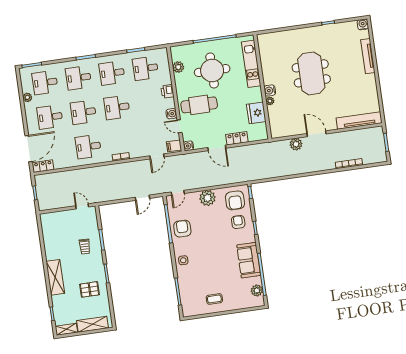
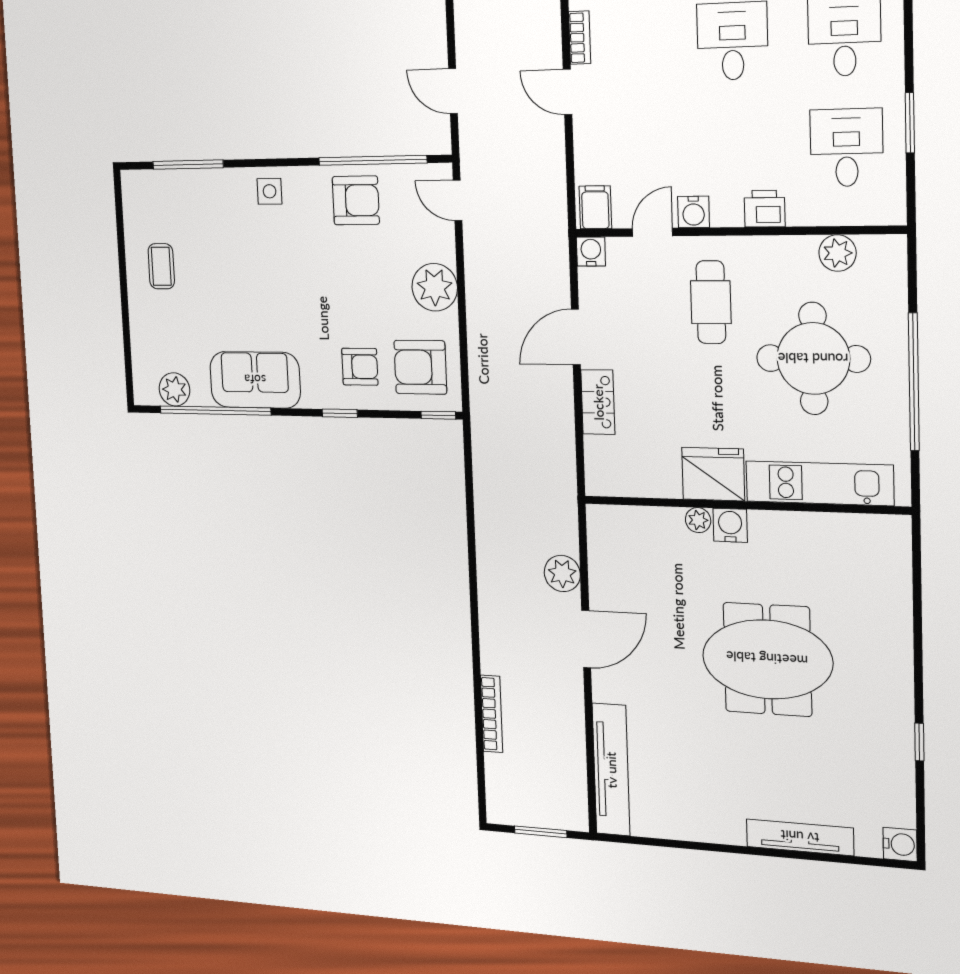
cafe table: (199, 105) -> (711, 302), width x0.73, depth x0.74
fridge: (256, 113) -> (713, 474), moved
door: (157, 156) -> (567, 92), moved

